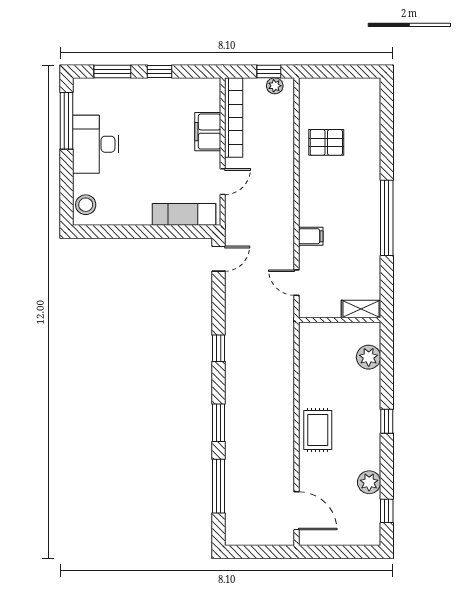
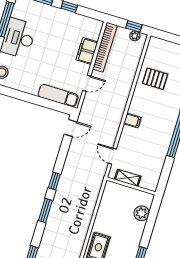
filing cabinet: (311, 236) -> (132, 121), moved
shelving: (361, 309) -> (128, 178), moved
window: (218, 423) -> (45, 210), moved

